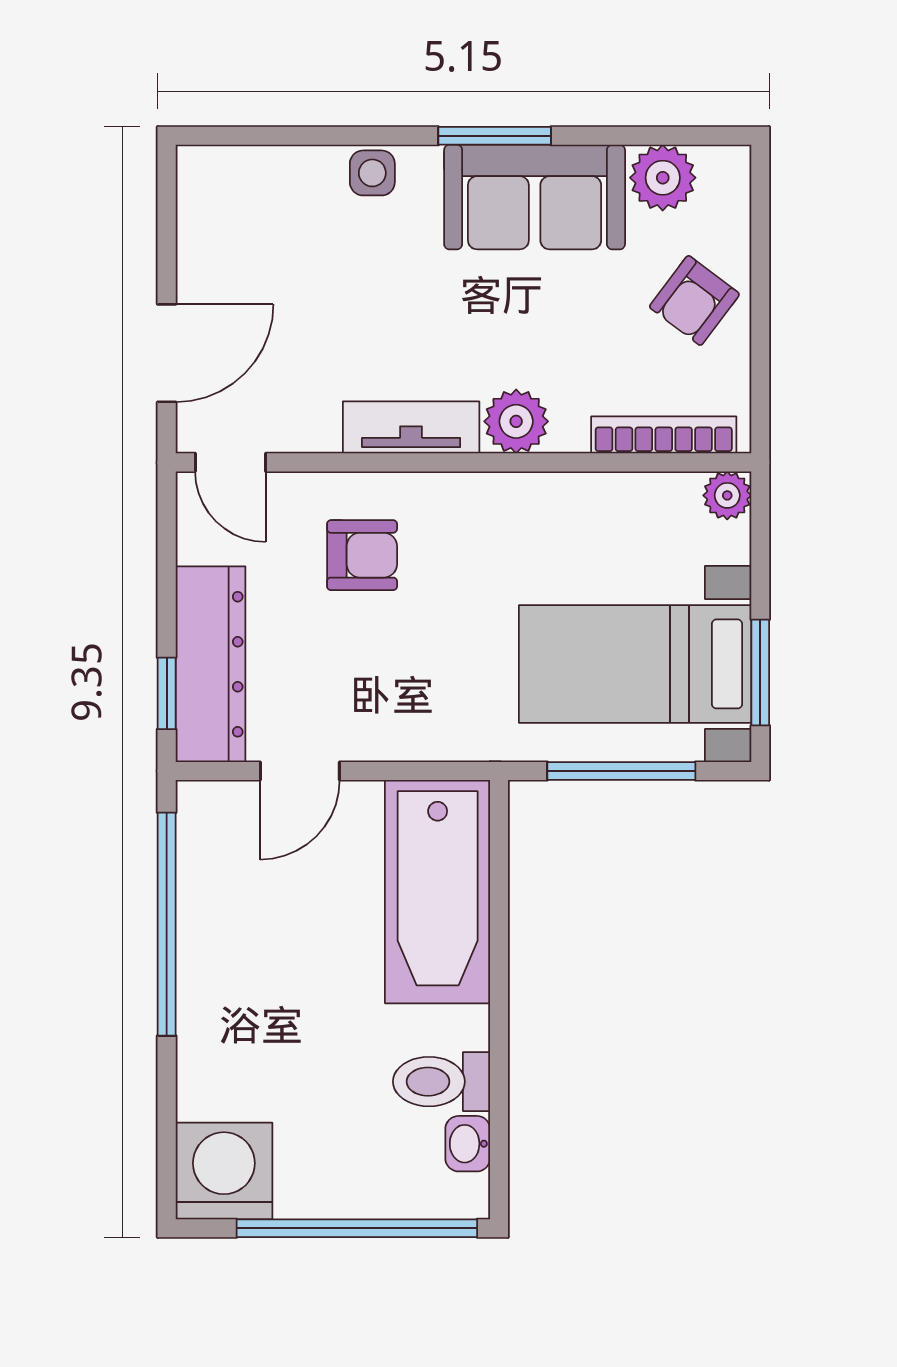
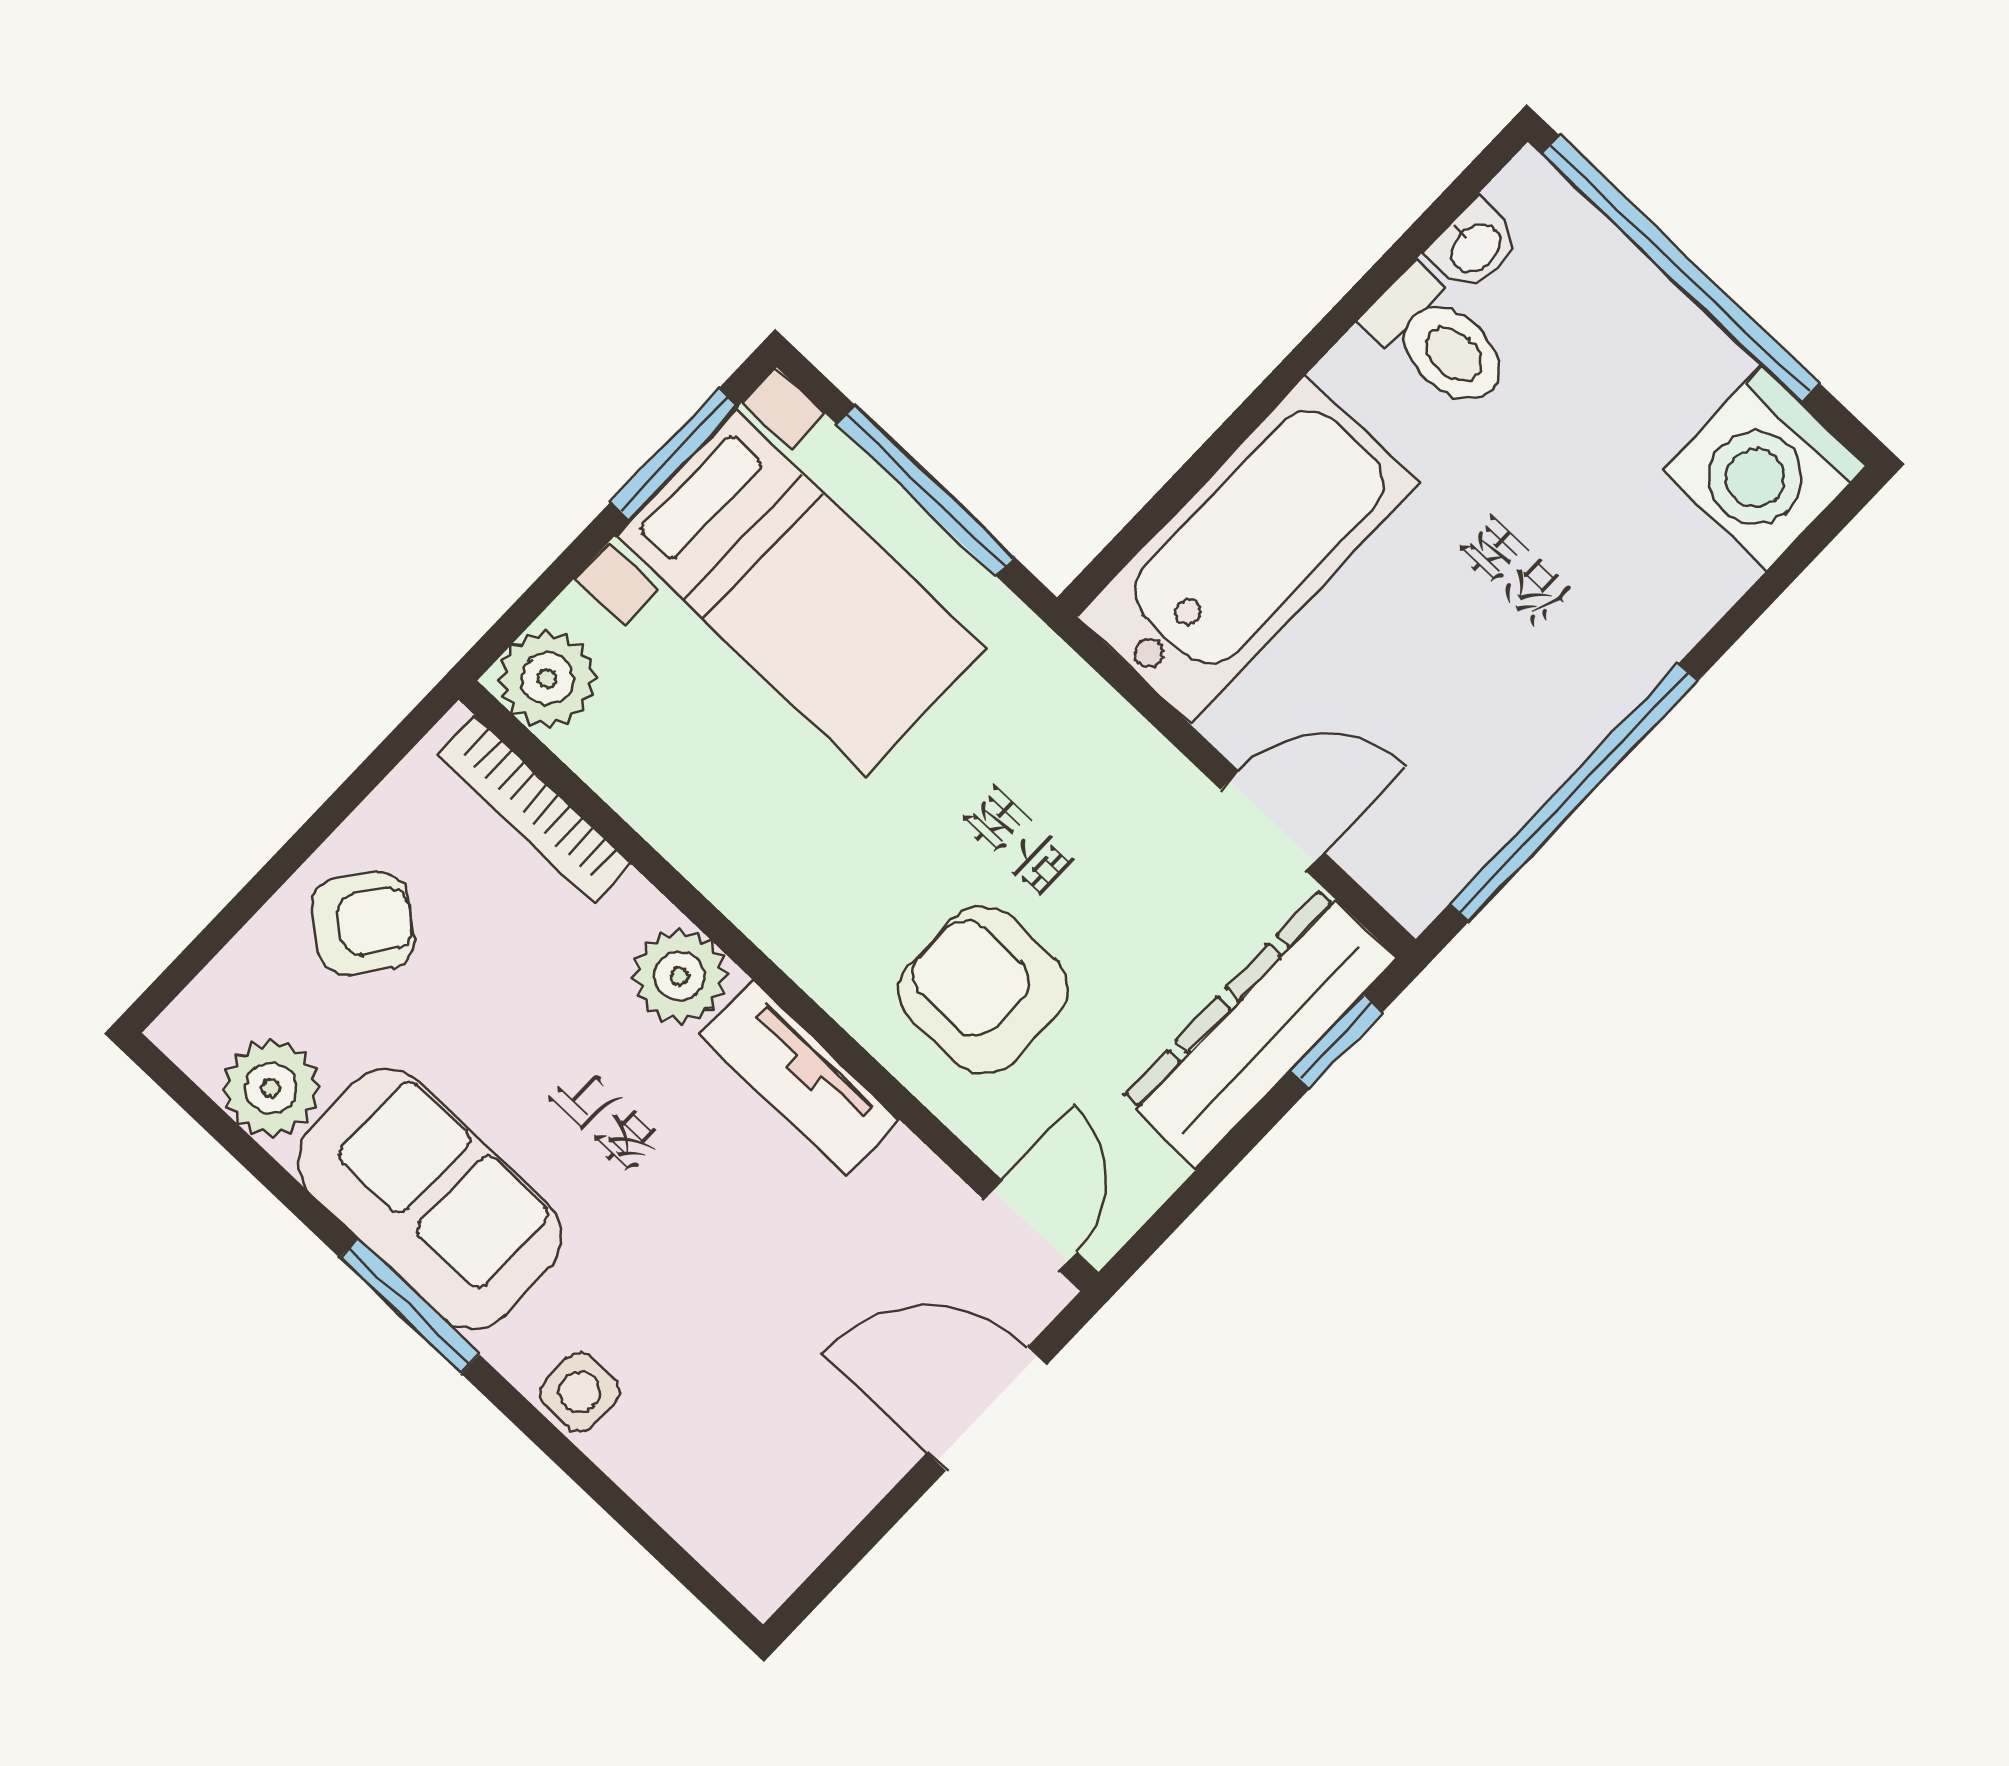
plant: (727, 495) -> (547, 679), width x1.38, depth x1.38
armchair: (362, 555) -> (984, 990), width x1.38, depth x1.38

